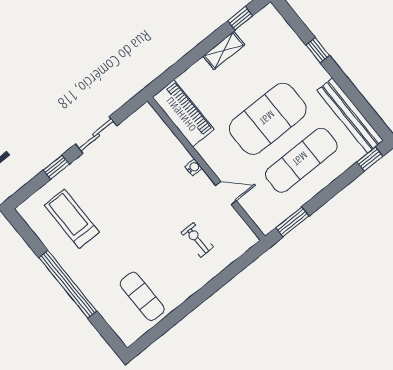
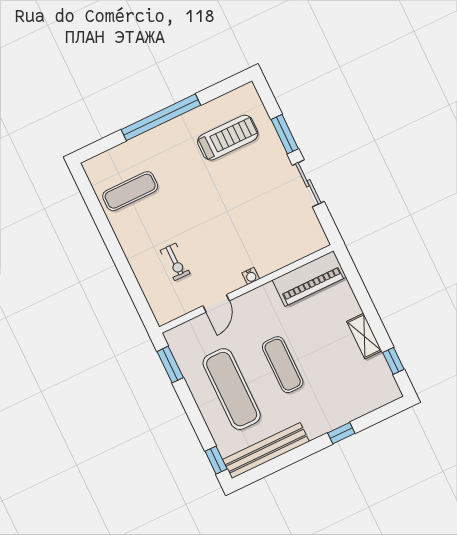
exercise mat: (268, 119) -> (283, 365), width x0.50, depth x0.69
window: (56, 167) -> (285, 134), width x1.50
exercise bike: (197, 240) -> (175, 262), turned 90

